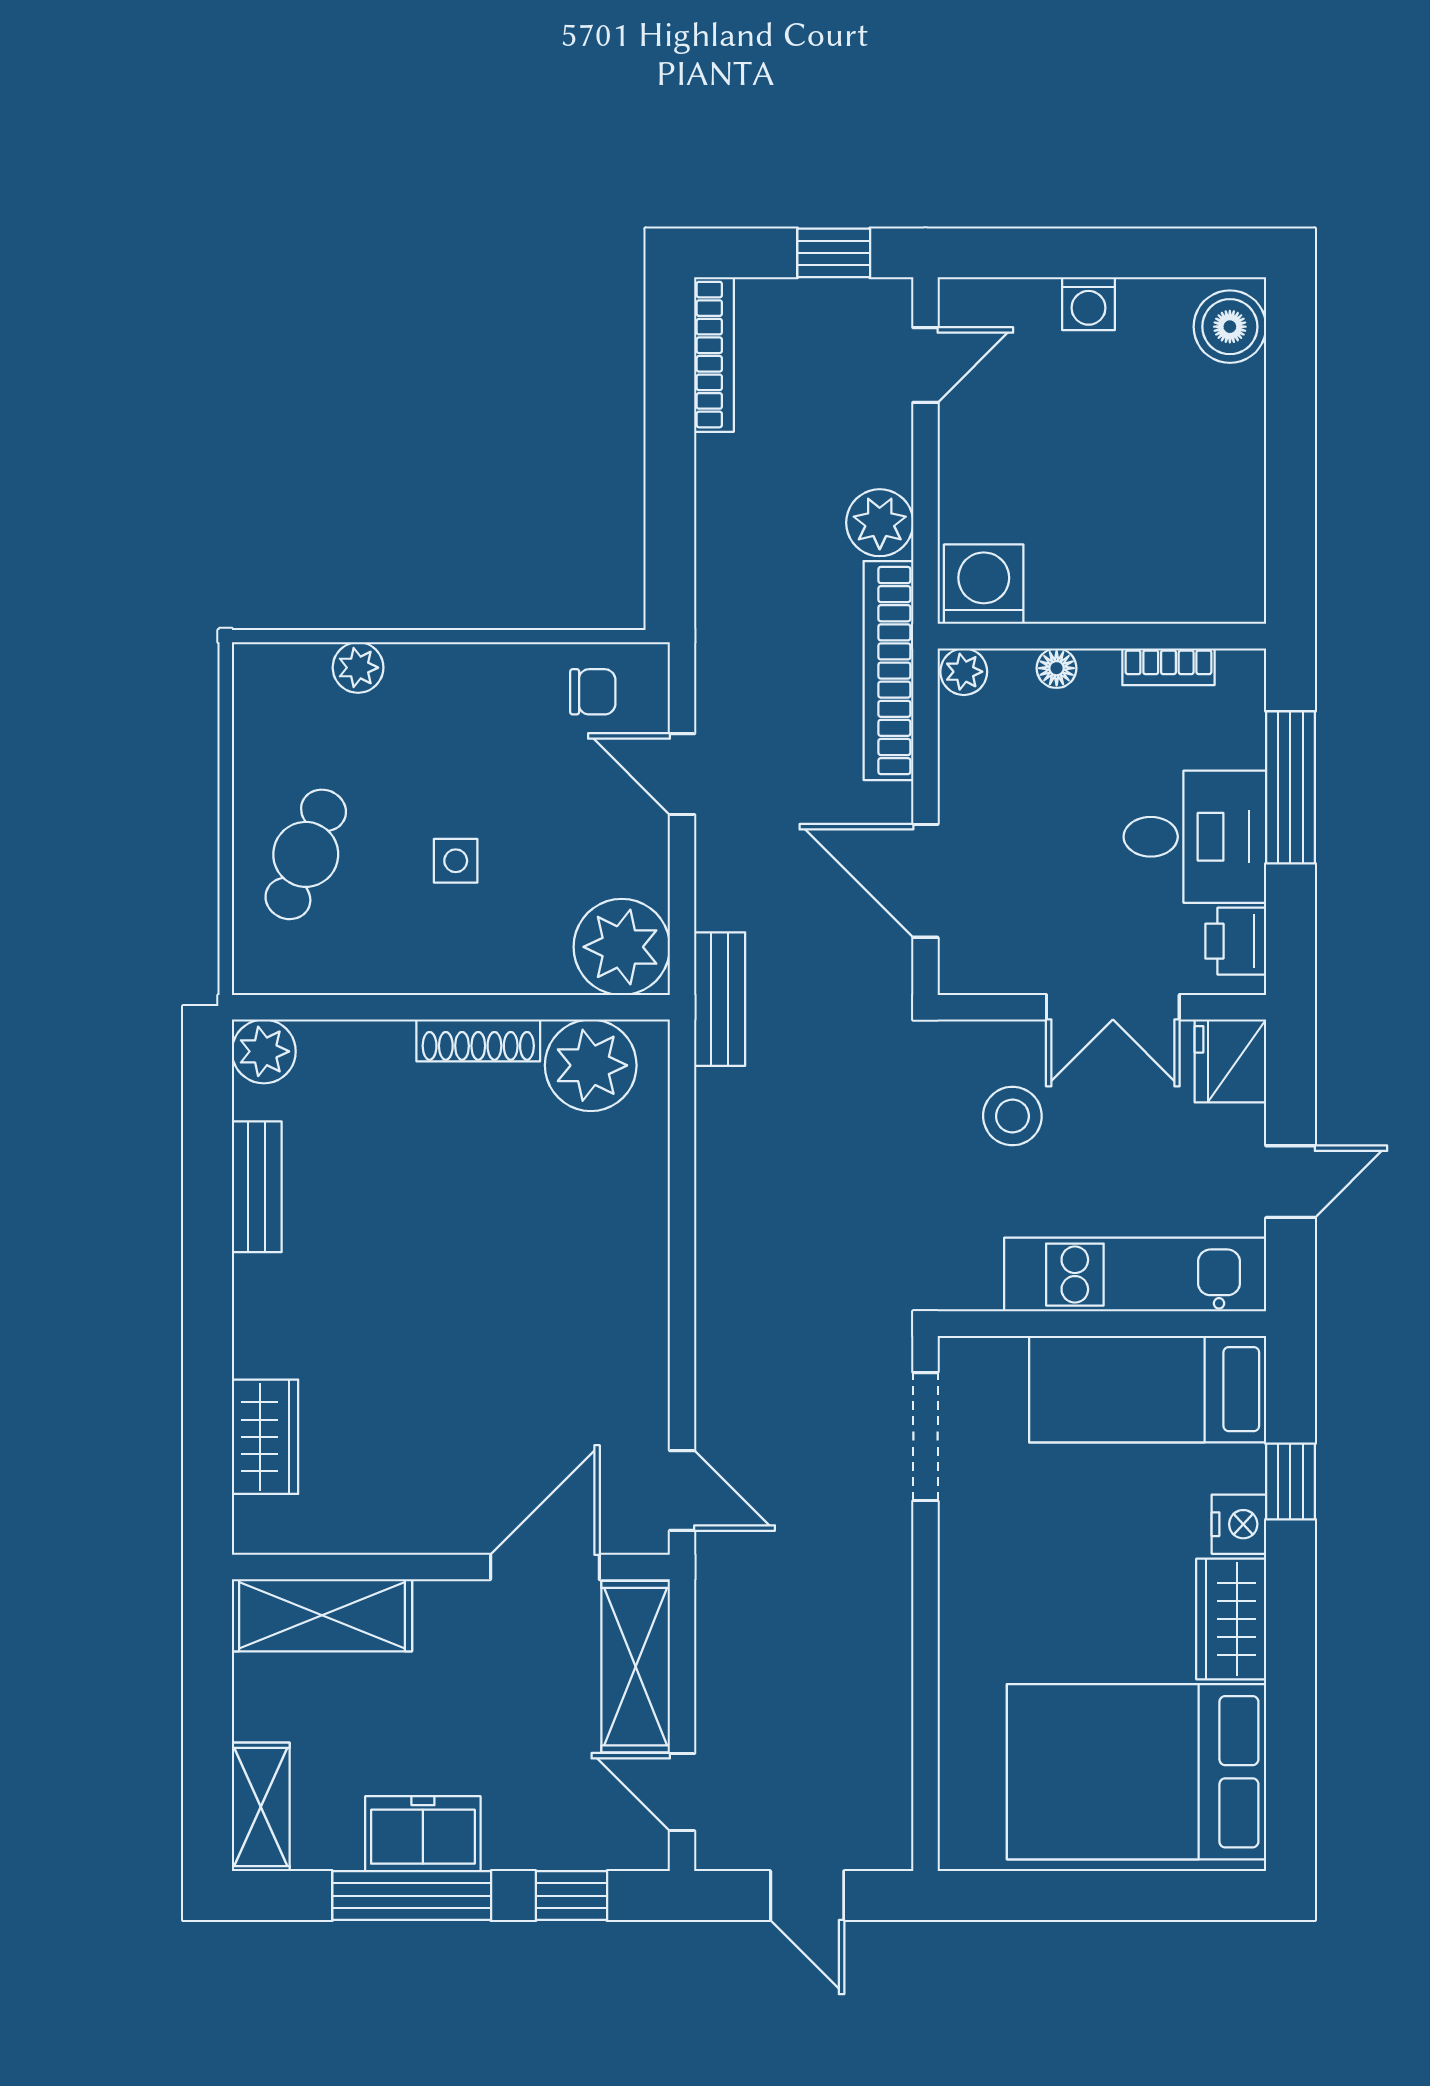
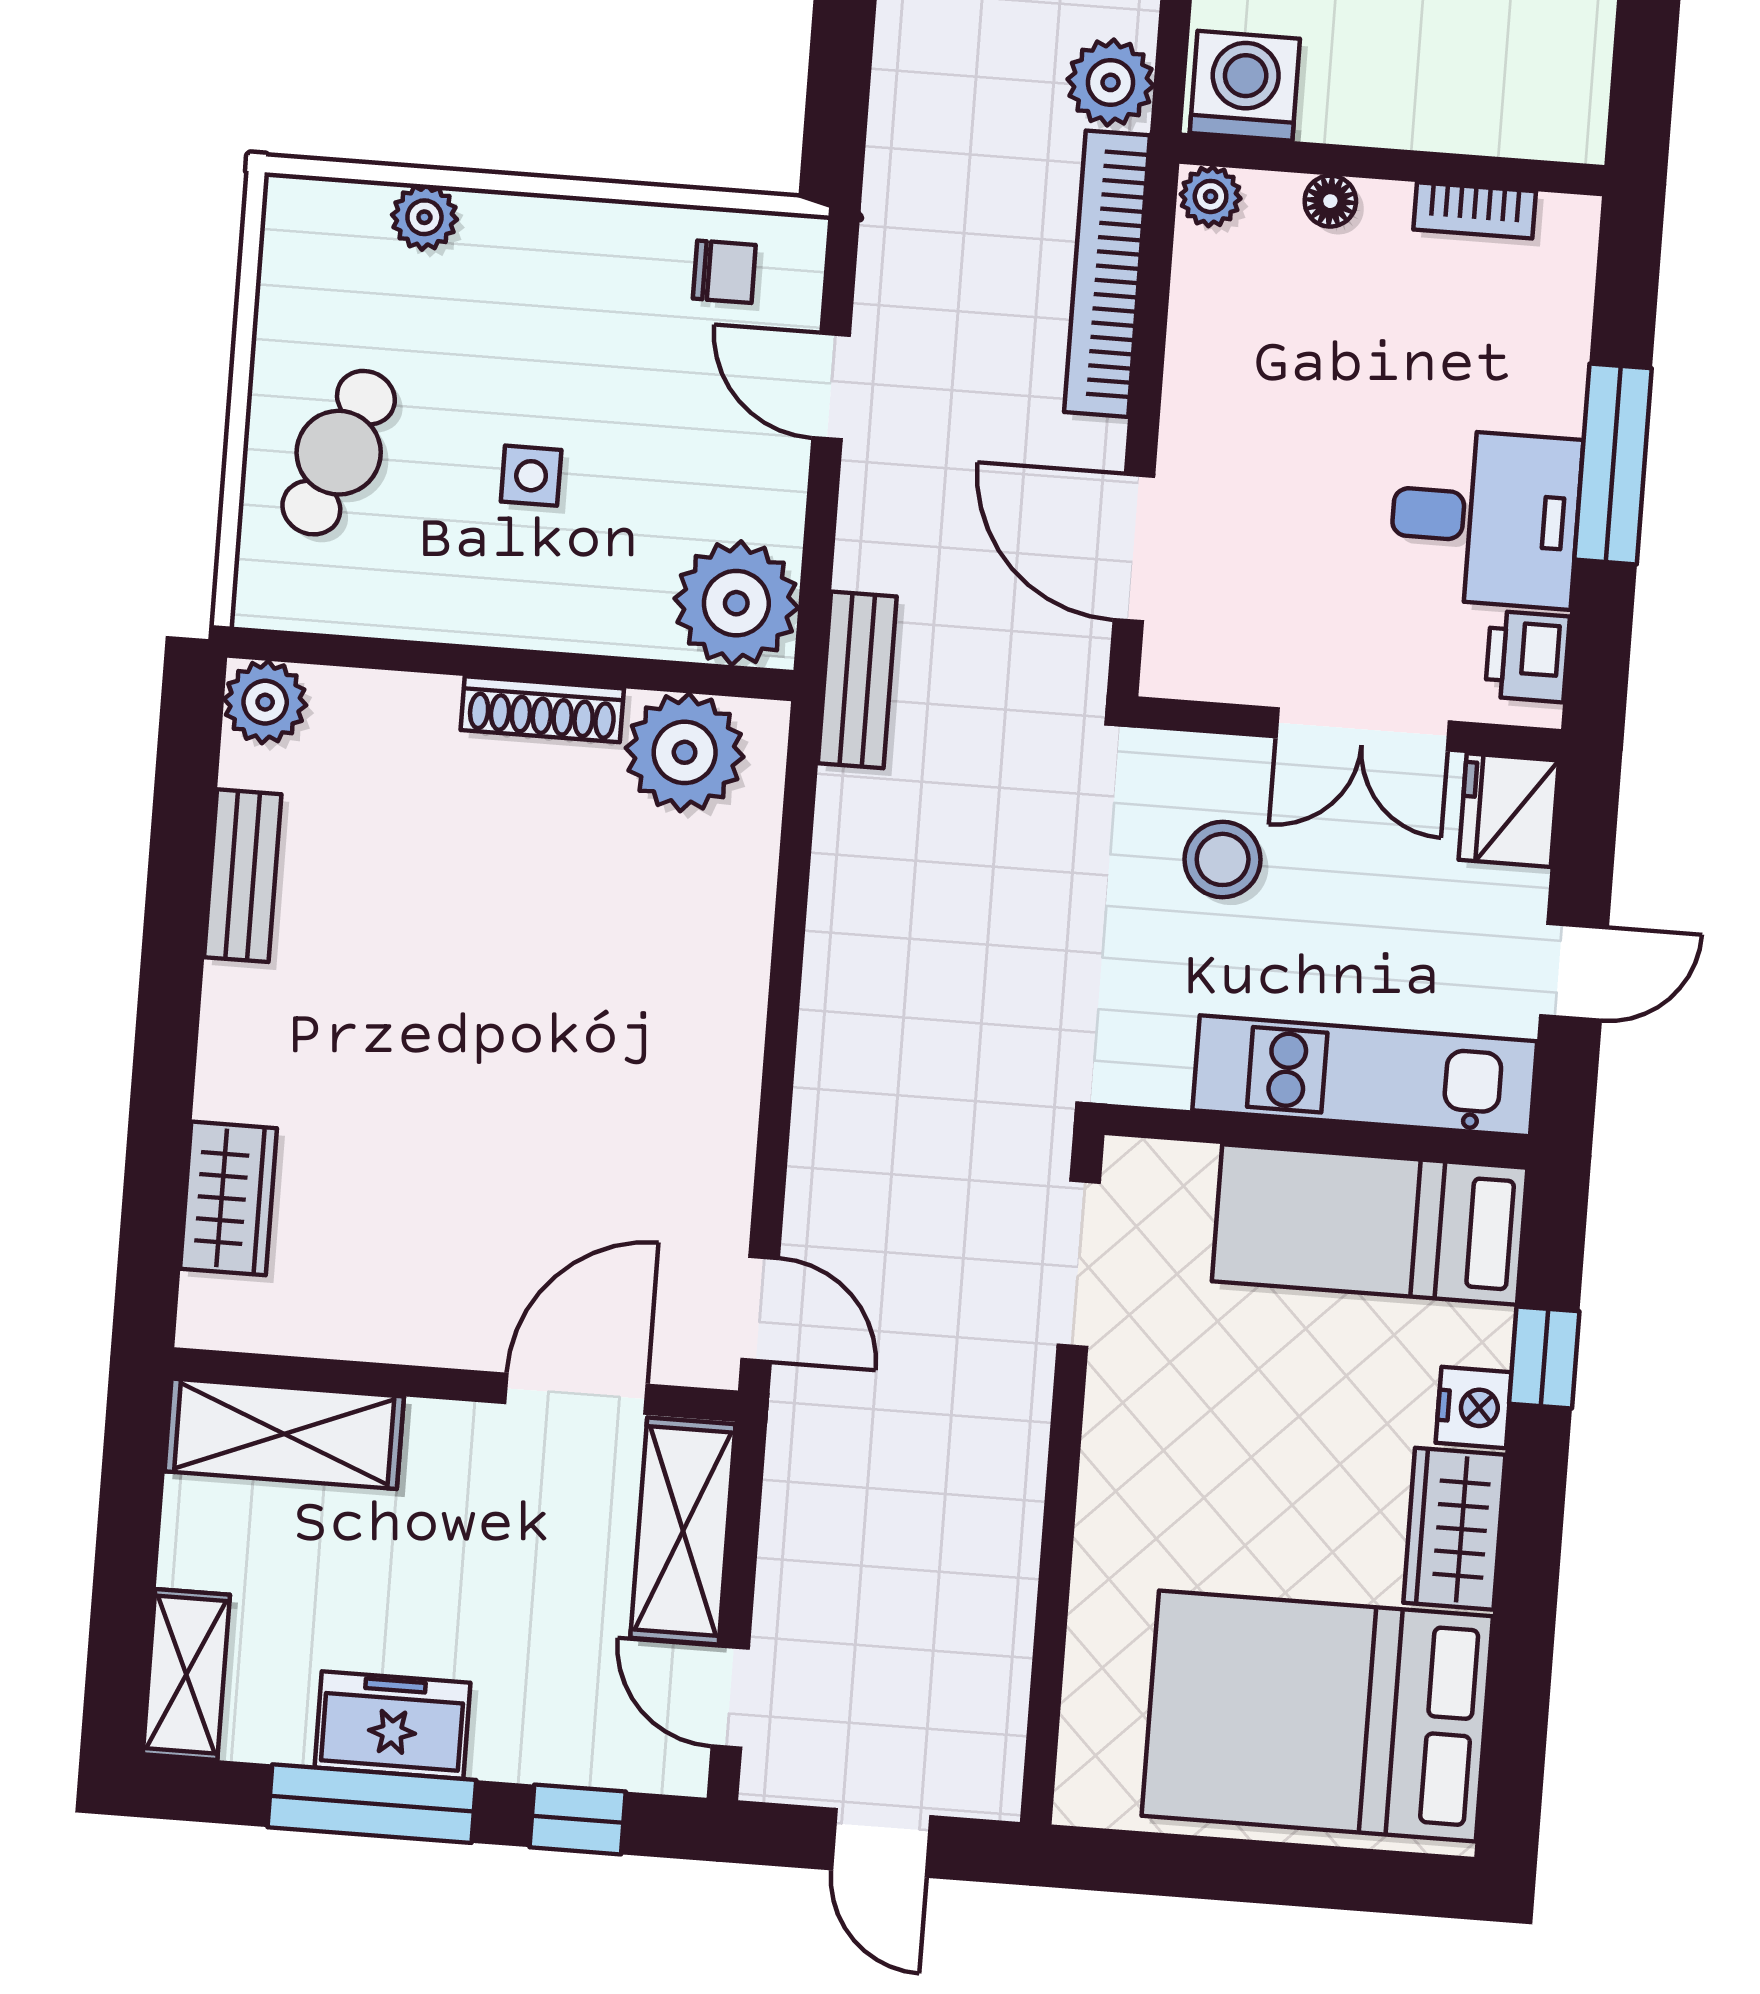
washing machine: (984, 584) -> (1245, 86), moved
wall: (1102, 636) -> (1392, 164), moved
bookcase: (1168, 667) -> (1475, 210), moved
floor lamp: (1057, 668) -> (1330, 201), moved
plant: (964, 672) -> (1211, 196), moved

